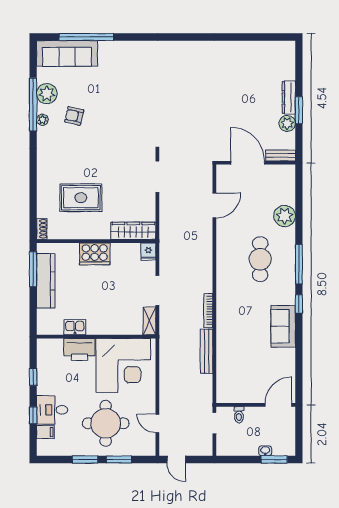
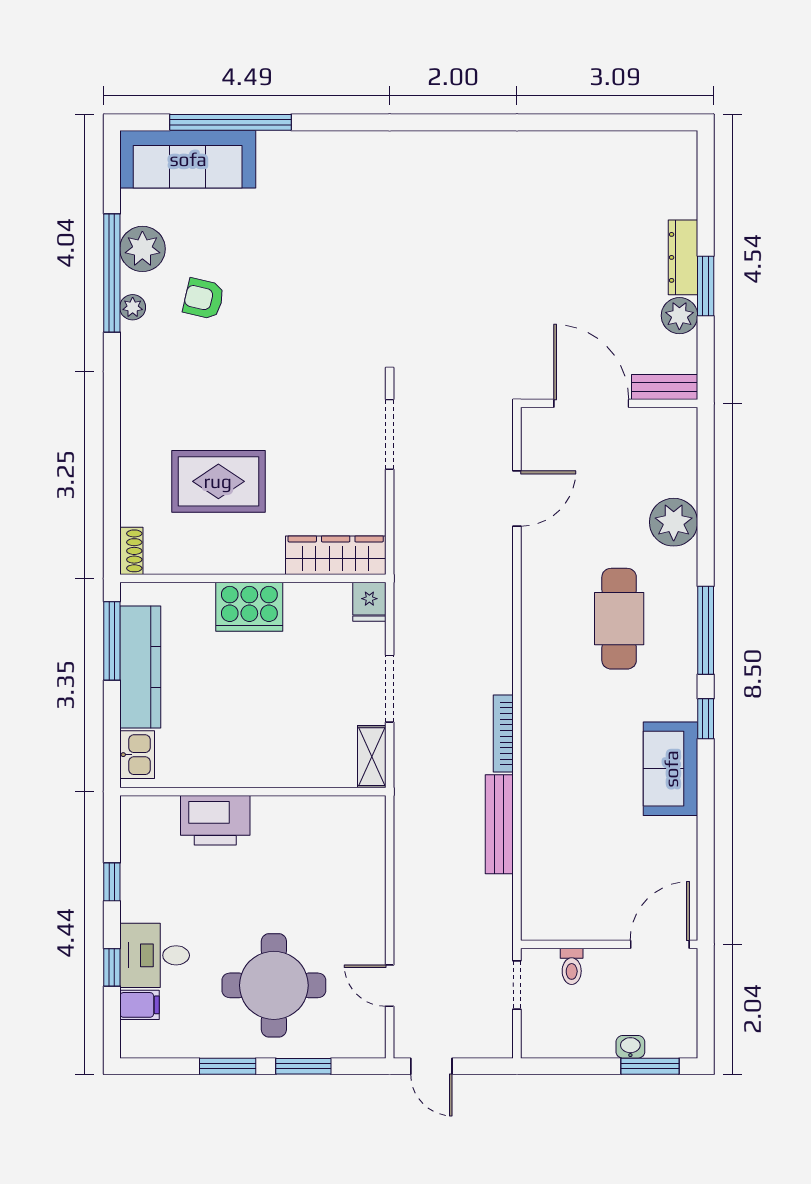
kitchen sink: (75, 327) -> (137, 755), moved, turned 90
corner desk: (123, 365) -> (313, 856), removed

